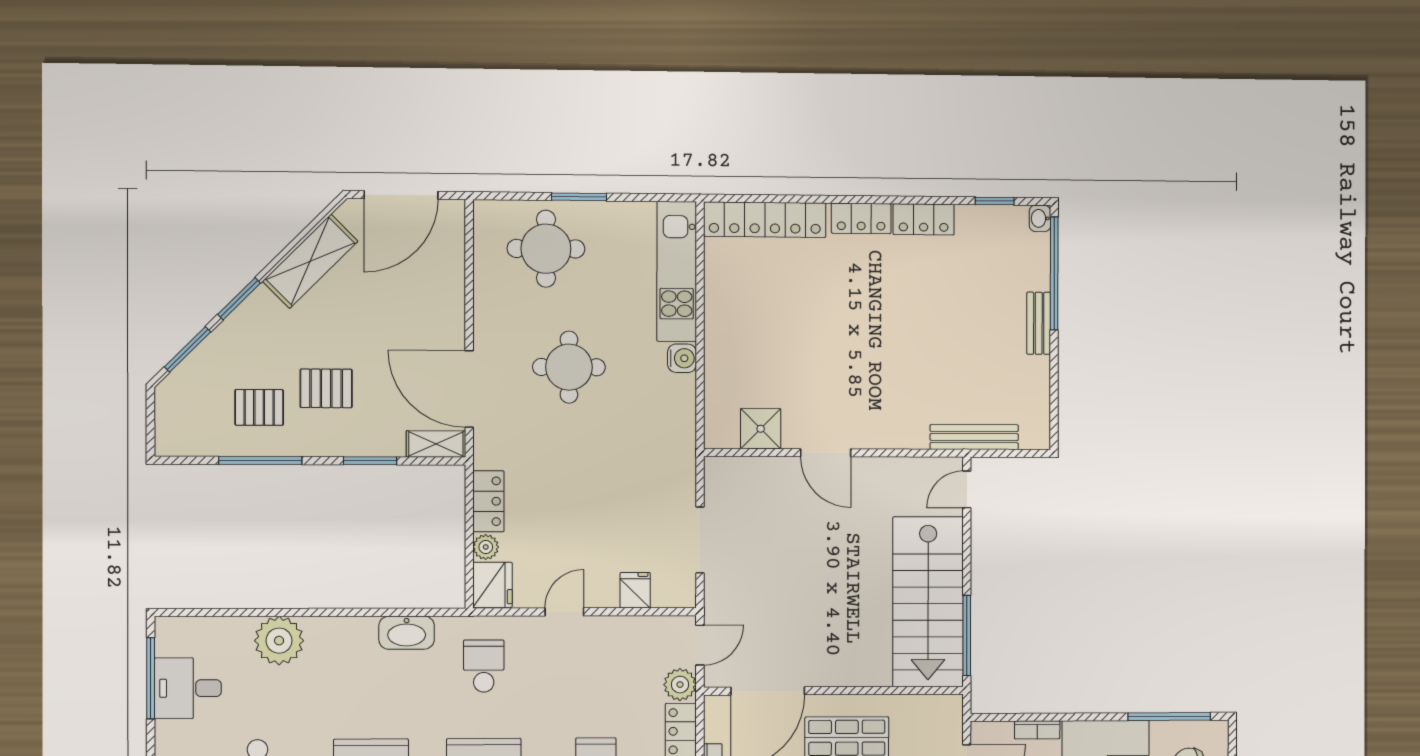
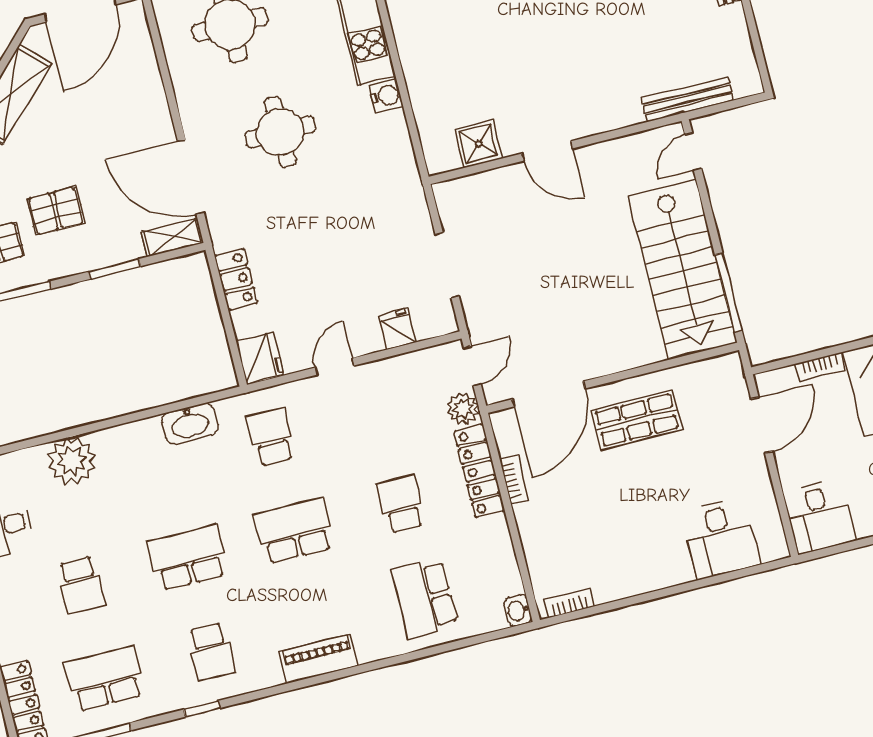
plant: (486, 547) -> (244, 323), removed

